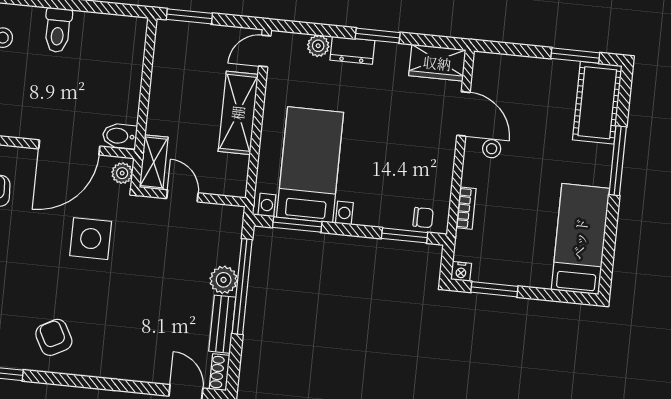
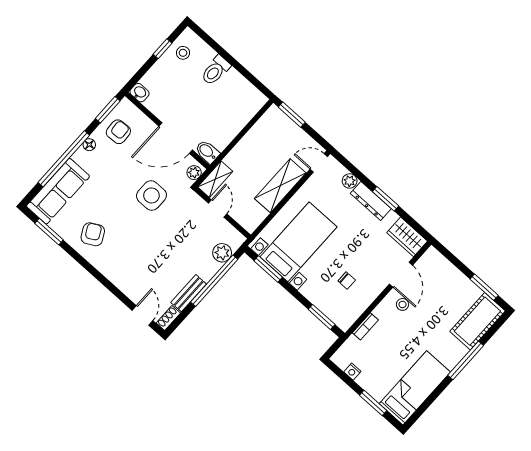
dresser: (352, 50) -> (371, 201), width x1.44
chair: (423, 218) -> (347, 281), moved
nightstand: (461, 271) -> (352, 372), moved
plant: (224, 280) -> (222, 253), moved
window: (494, 289) -> (373, 403), moved

